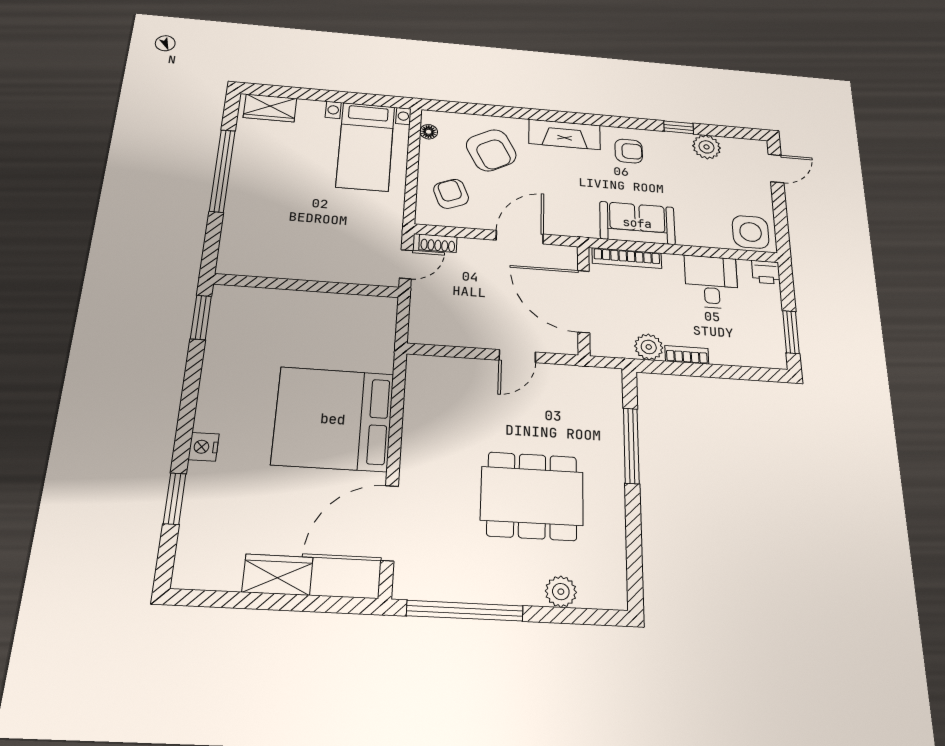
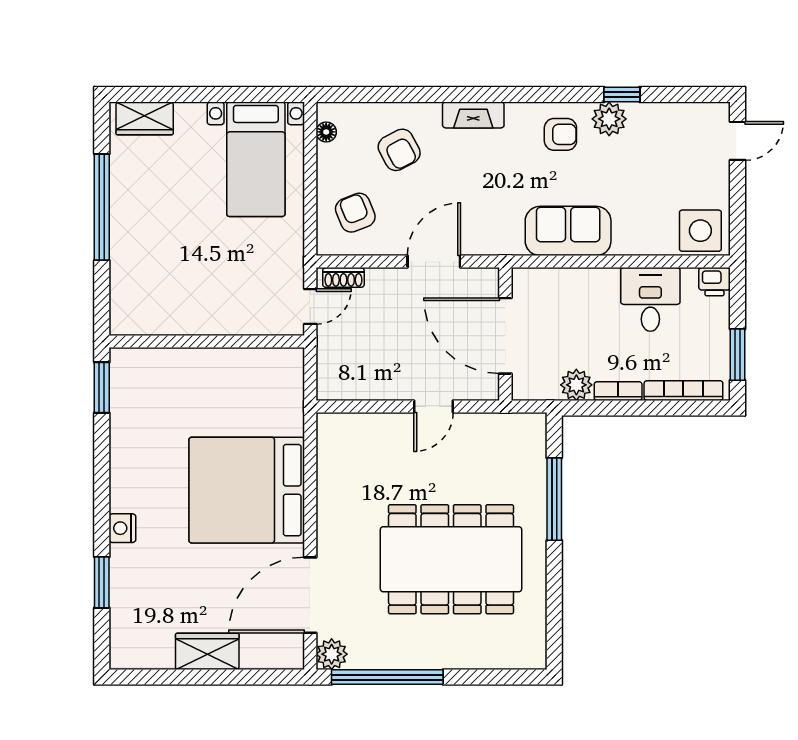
fireplace: (565, 135) -> (473, 115), width x0.73, depth x0.76
plant: (706, 147) -> (609, 119), moved
armchair: (491, 150) -> (399, 150), width x0.72, depth x0.72
bookcase: (627, 258) -> (683, 391), moved, turned 180
dining table: (532, 496) -> (451, 559), width x1.36, depth x1.24
plant: (561, 592) -> (332, 654), moved

